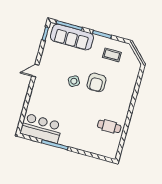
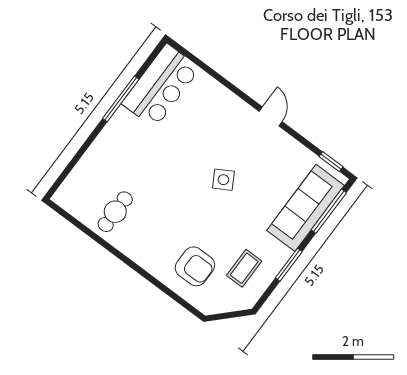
armchair: (97, 82) -> (195, 266), moved, turned 180

